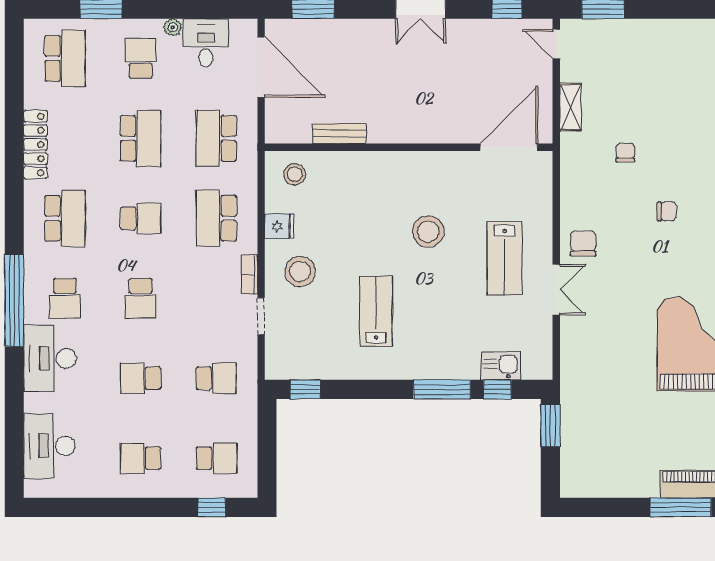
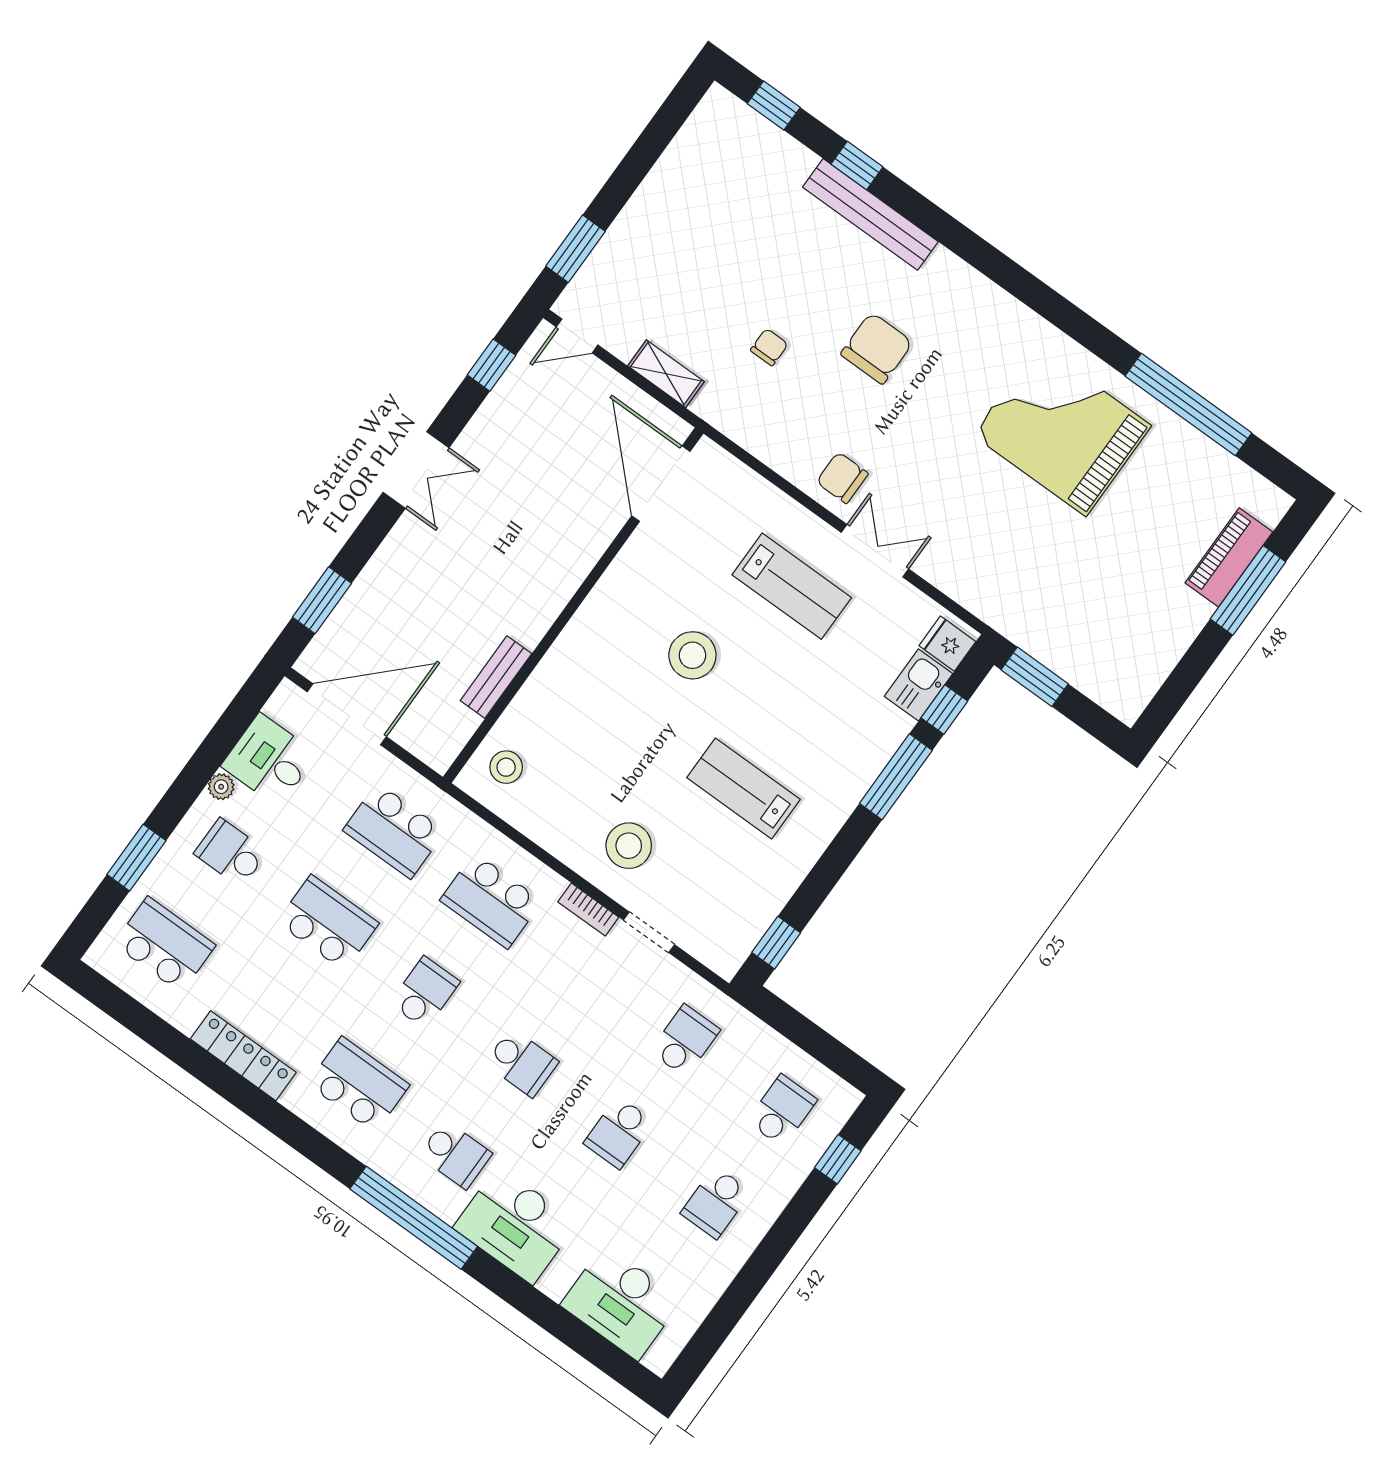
chair: (625, 153) -> (769, 347), turned 90
chair: (667, 211) -> (877, 348), width x1.87, depth x1.87
fridge: (279, 226) -> (947, 644), moved, turned -90

